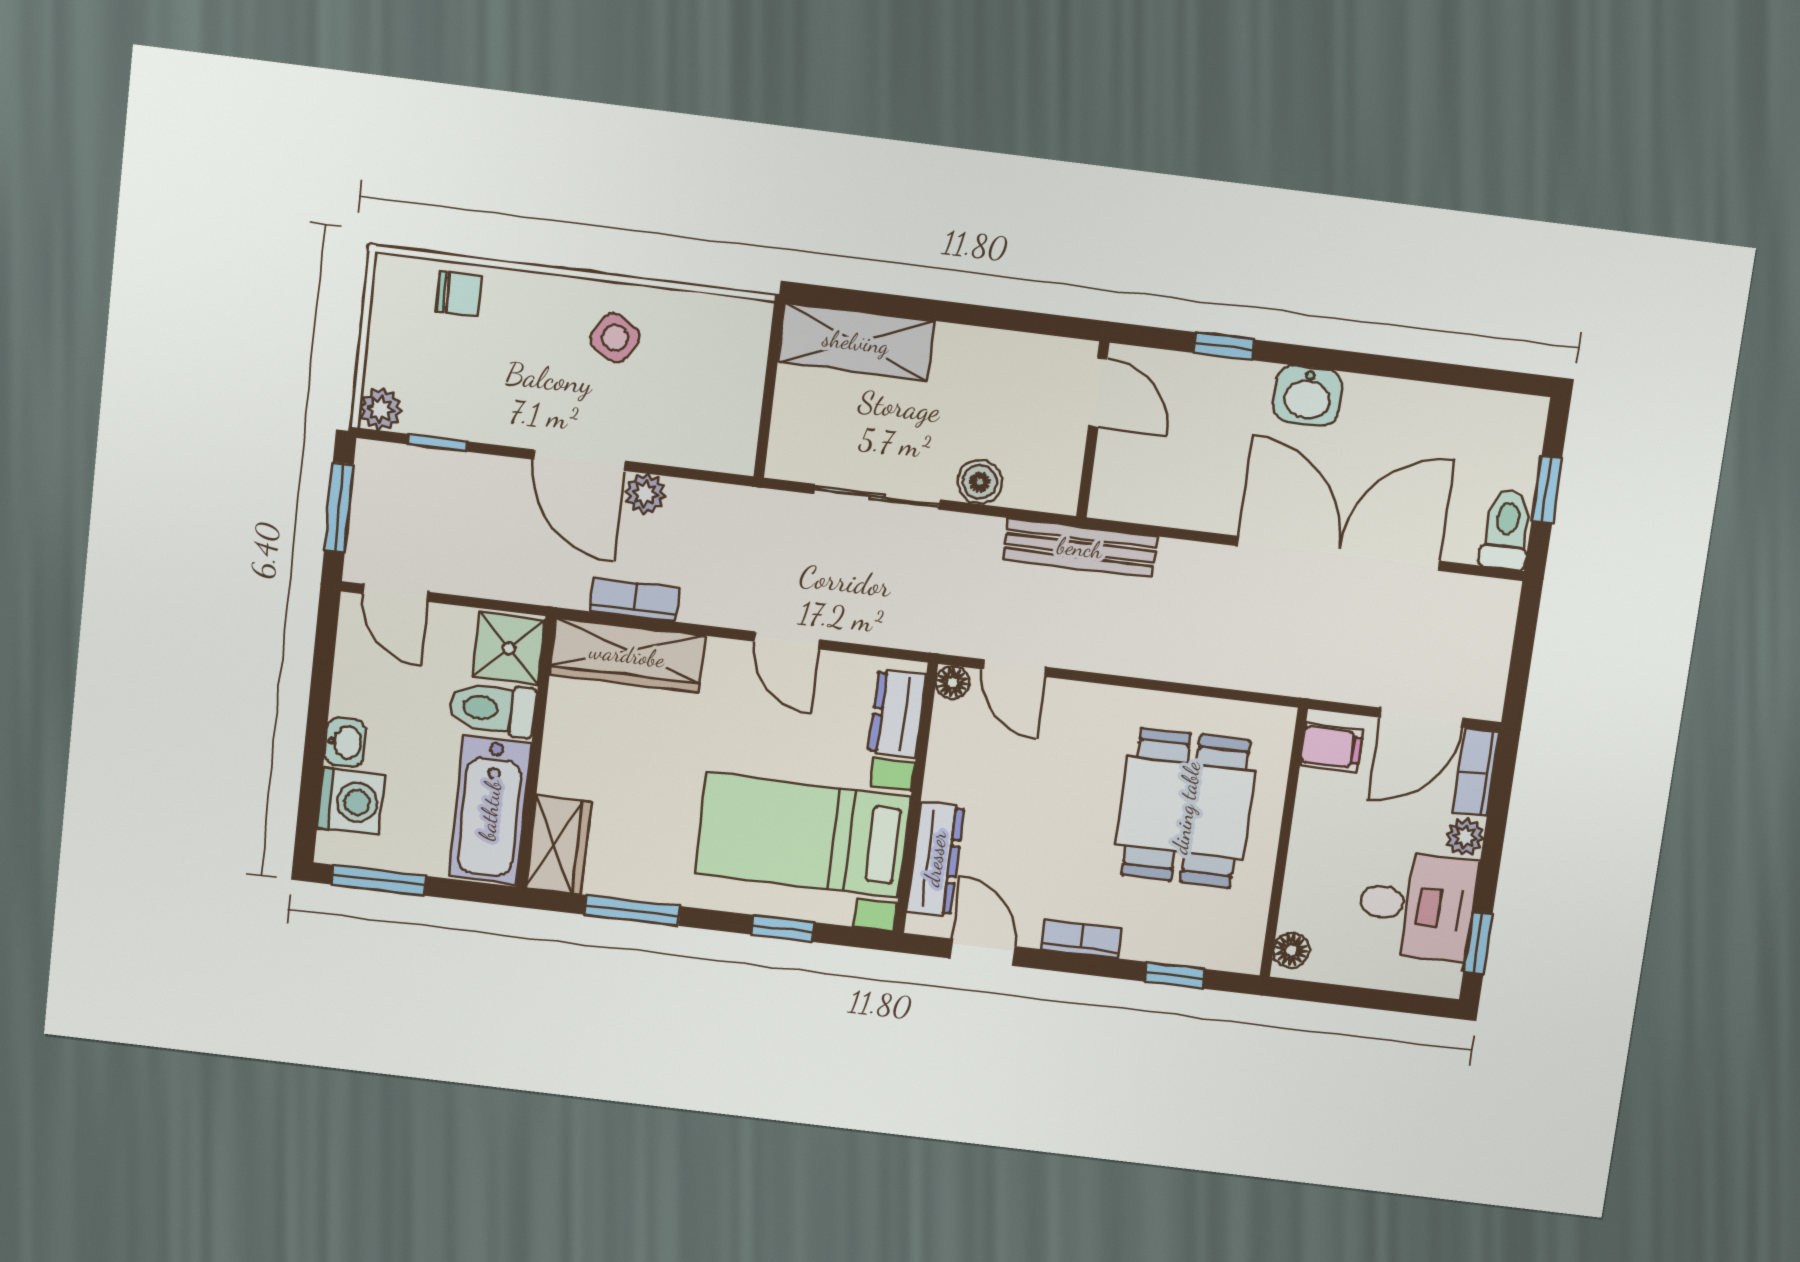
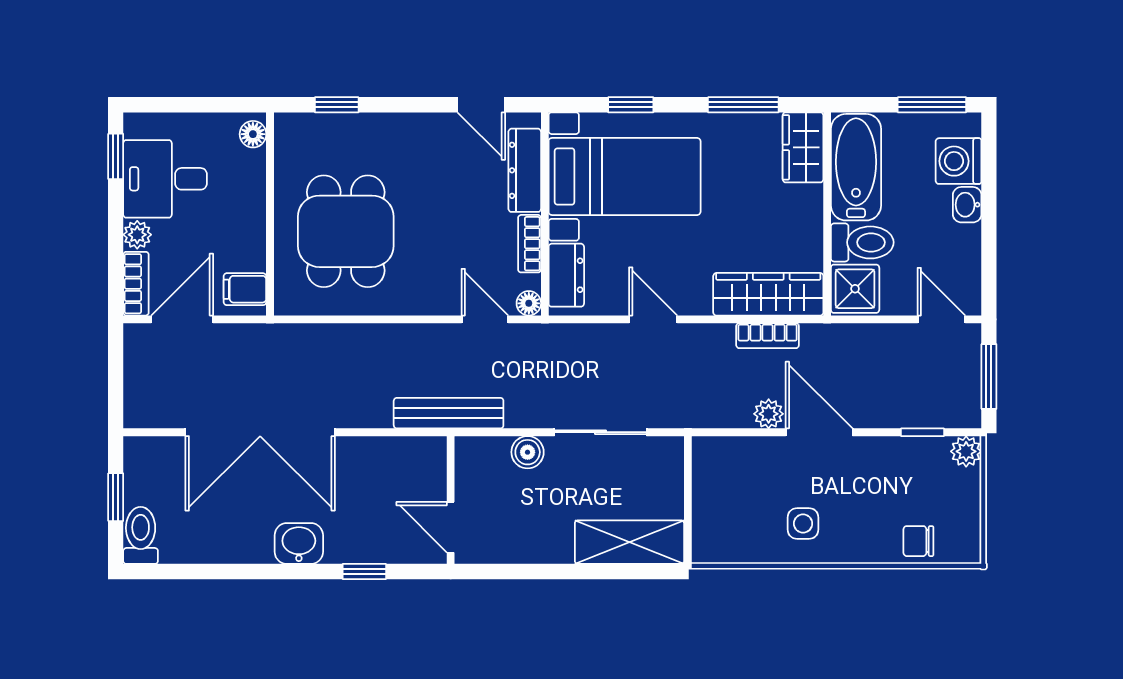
side table: (615, 338) -> (803, 524), turned -31
toilet: (1506, 530) -> (141, 535), moved, turned 180
bookcase: (1081, 939) -> (530, 244), moved, turned 90

